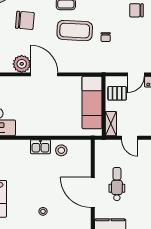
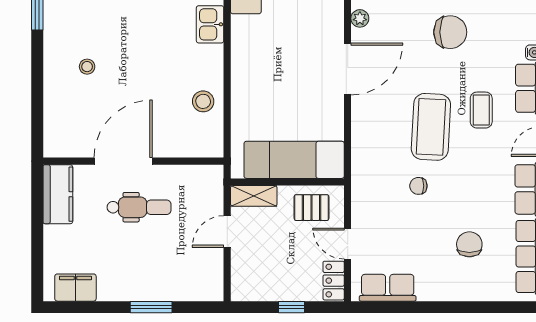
chair: (25, 20) -> (450, 32), turned -95
plant: (22, 64) -> (360, 18), width x0.53, depth x0.53
pallet: (117, 93) -> (312, 208), turned 90
kitchen sink: (40, 147) -> (210, 24), moved

